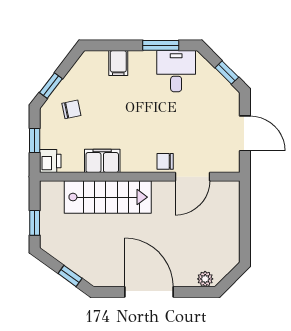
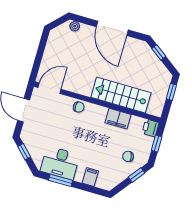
desk: (176, 71) -> (60, 163), width x1.37
door: (192, 177) -> (50, 88), moved

